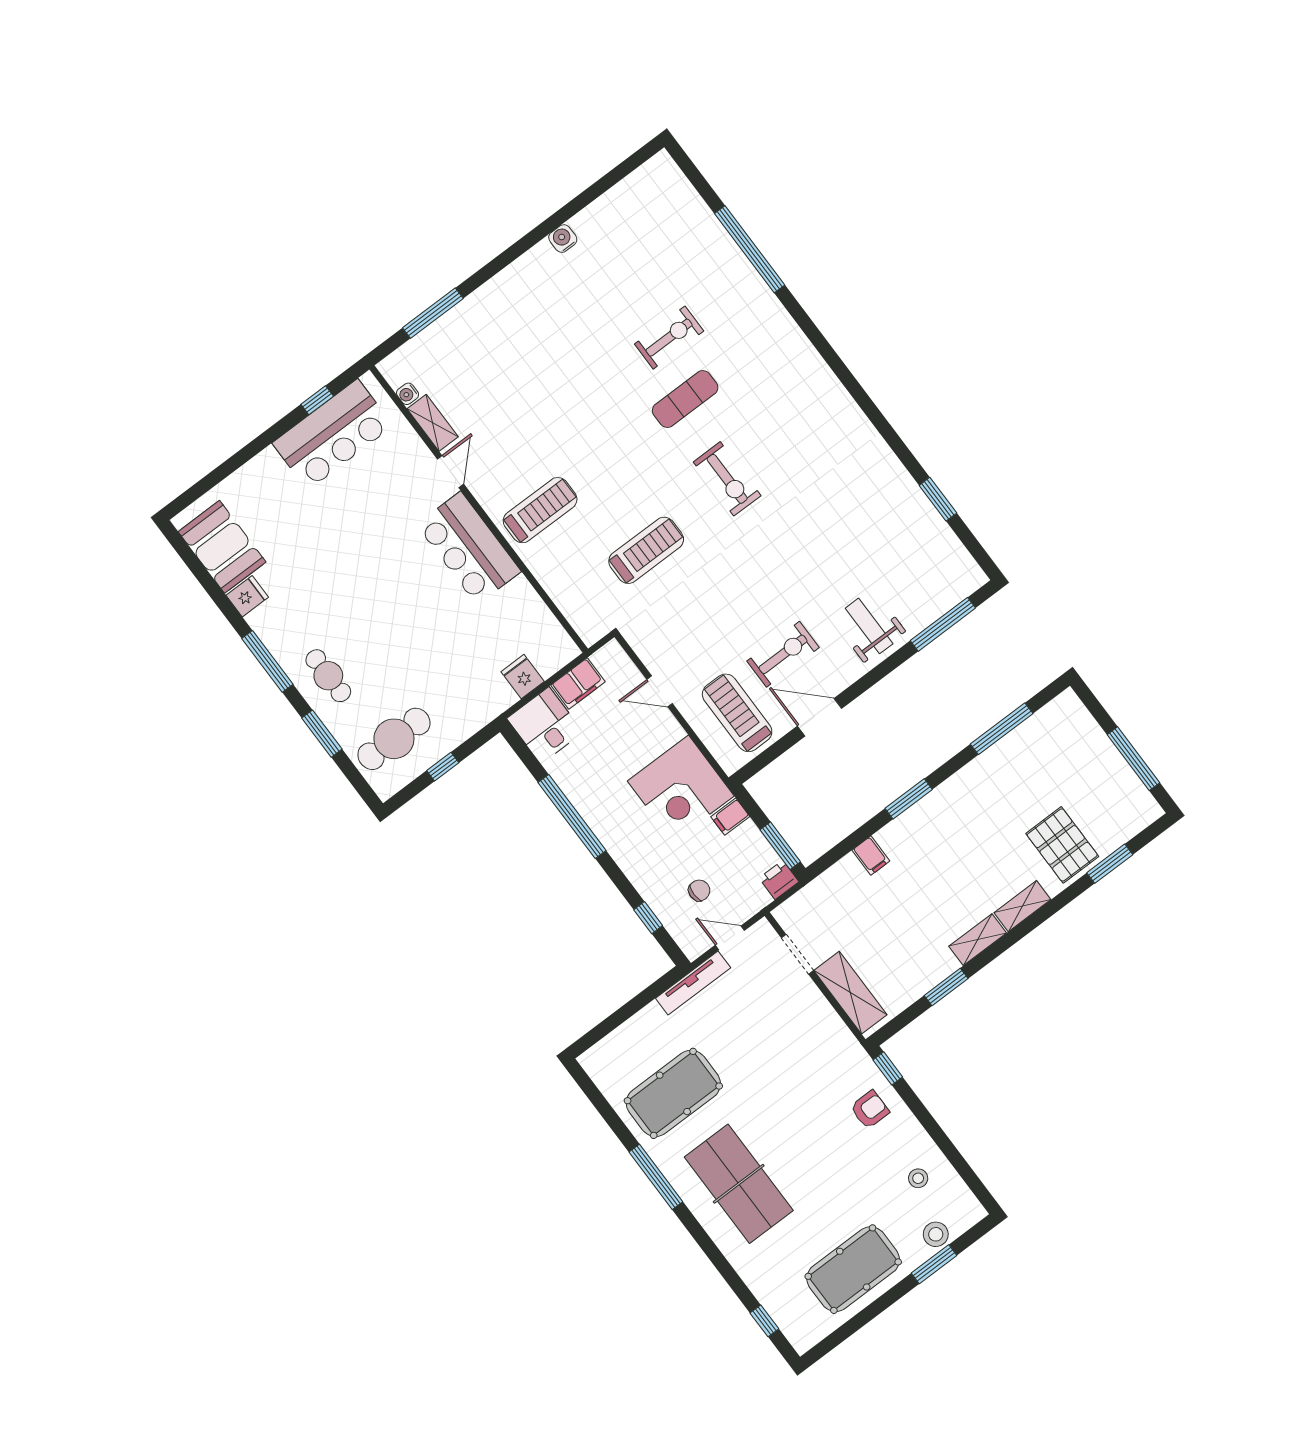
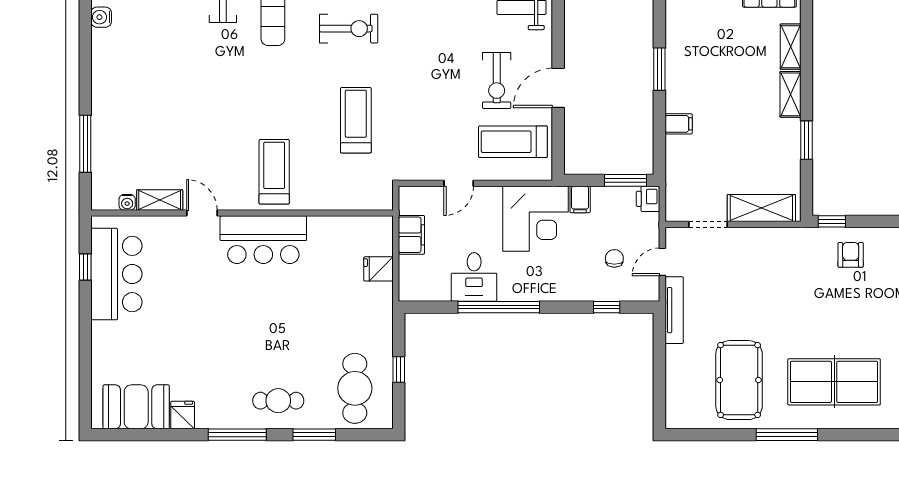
exercise bike: (783, 654) -> (497, 80), turned 180
desk: (545, 725) -> (474, 277), moved, turned -90

